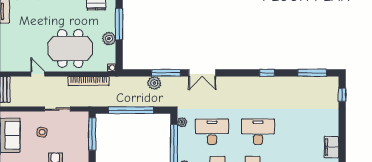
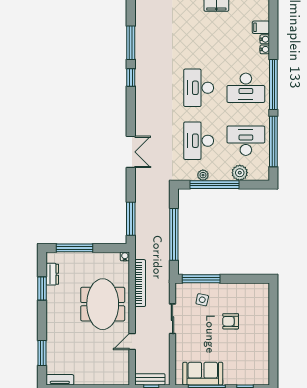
plant: (109, 39) -> (91, 259), removed
window: (166, 73) -> (131, 219), moved
window: (312, 73) -> (131, 43), moved
plant: (154, 83) -> (142, 207), removed
plant: (182, 122) -> (203, 175), moved
side table: (42, 132) -> (202, 300), moved

